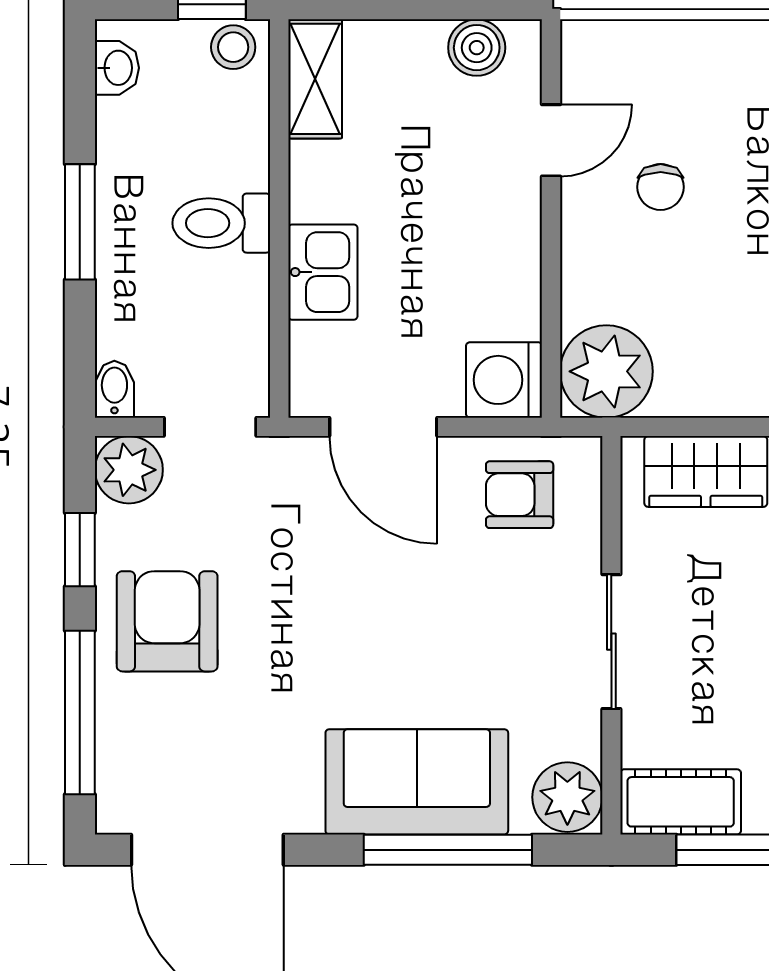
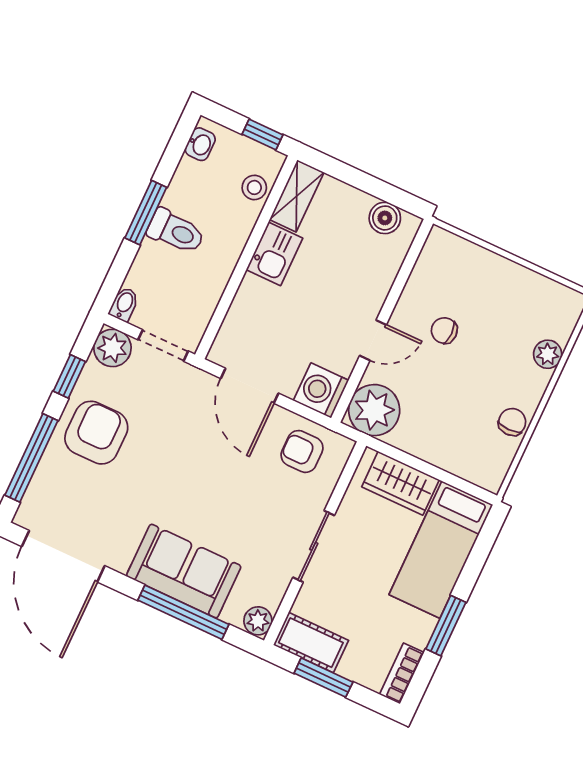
stool: (233, 47) -> (254, 187), moved
door: (551, 140) -> (373, 340), moved
chair: (661, 187) -> (444, 331), turned 90
toilet: (221, 223) -> (176, 231), moved, turned 180
kitchen sink: (323, 272) -> (274, 254), moved
plant: (567, 797) -> (258, 621), width x0.73, depth x0.73

